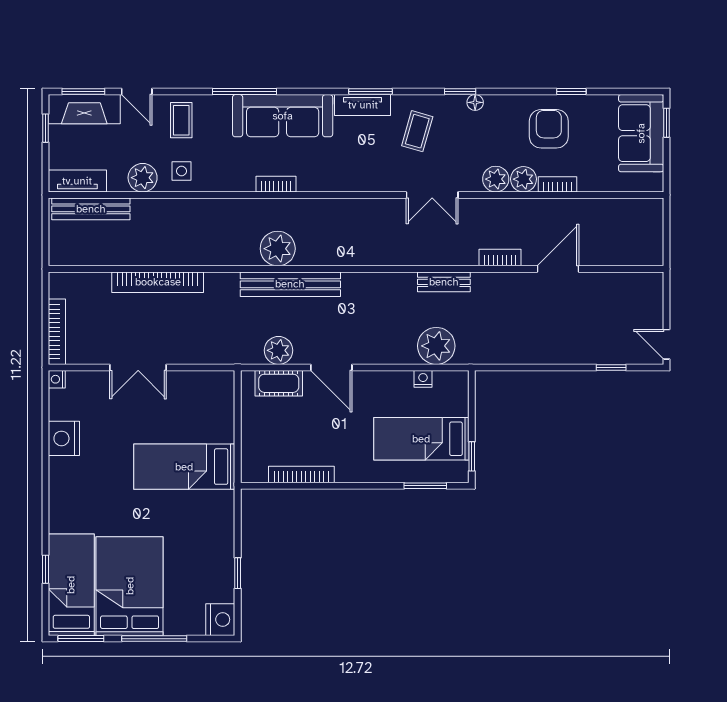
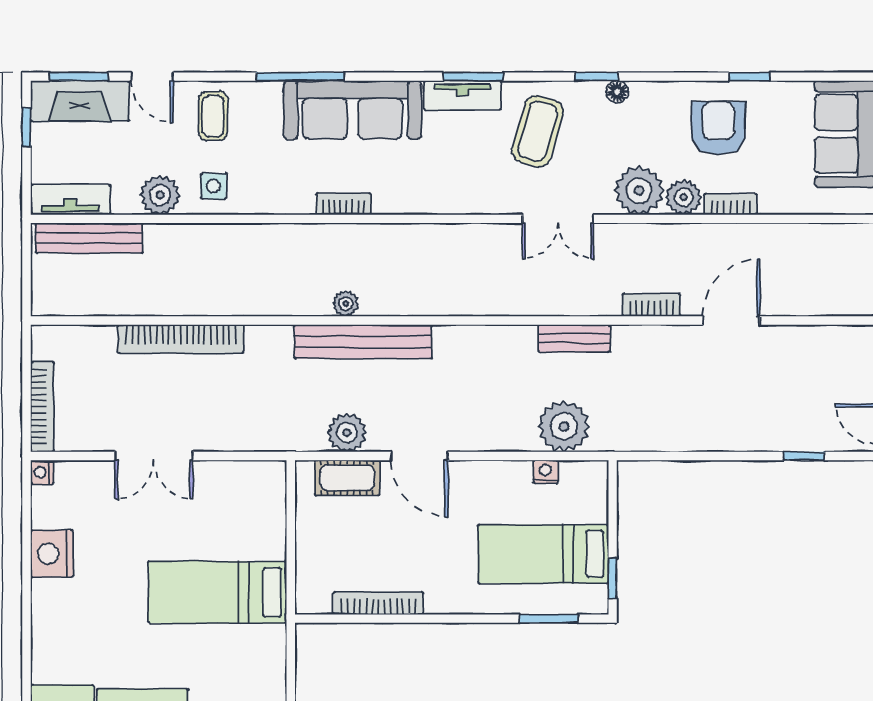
coffee table: (417, 131) -> (538, 131), width x1.36, depth x1.30
plant: (496, 179) -> (639, 191), width x1.36, depth x1.36
plant: (278, 249) -> (346, 304), width x0.53, depth x0.53

